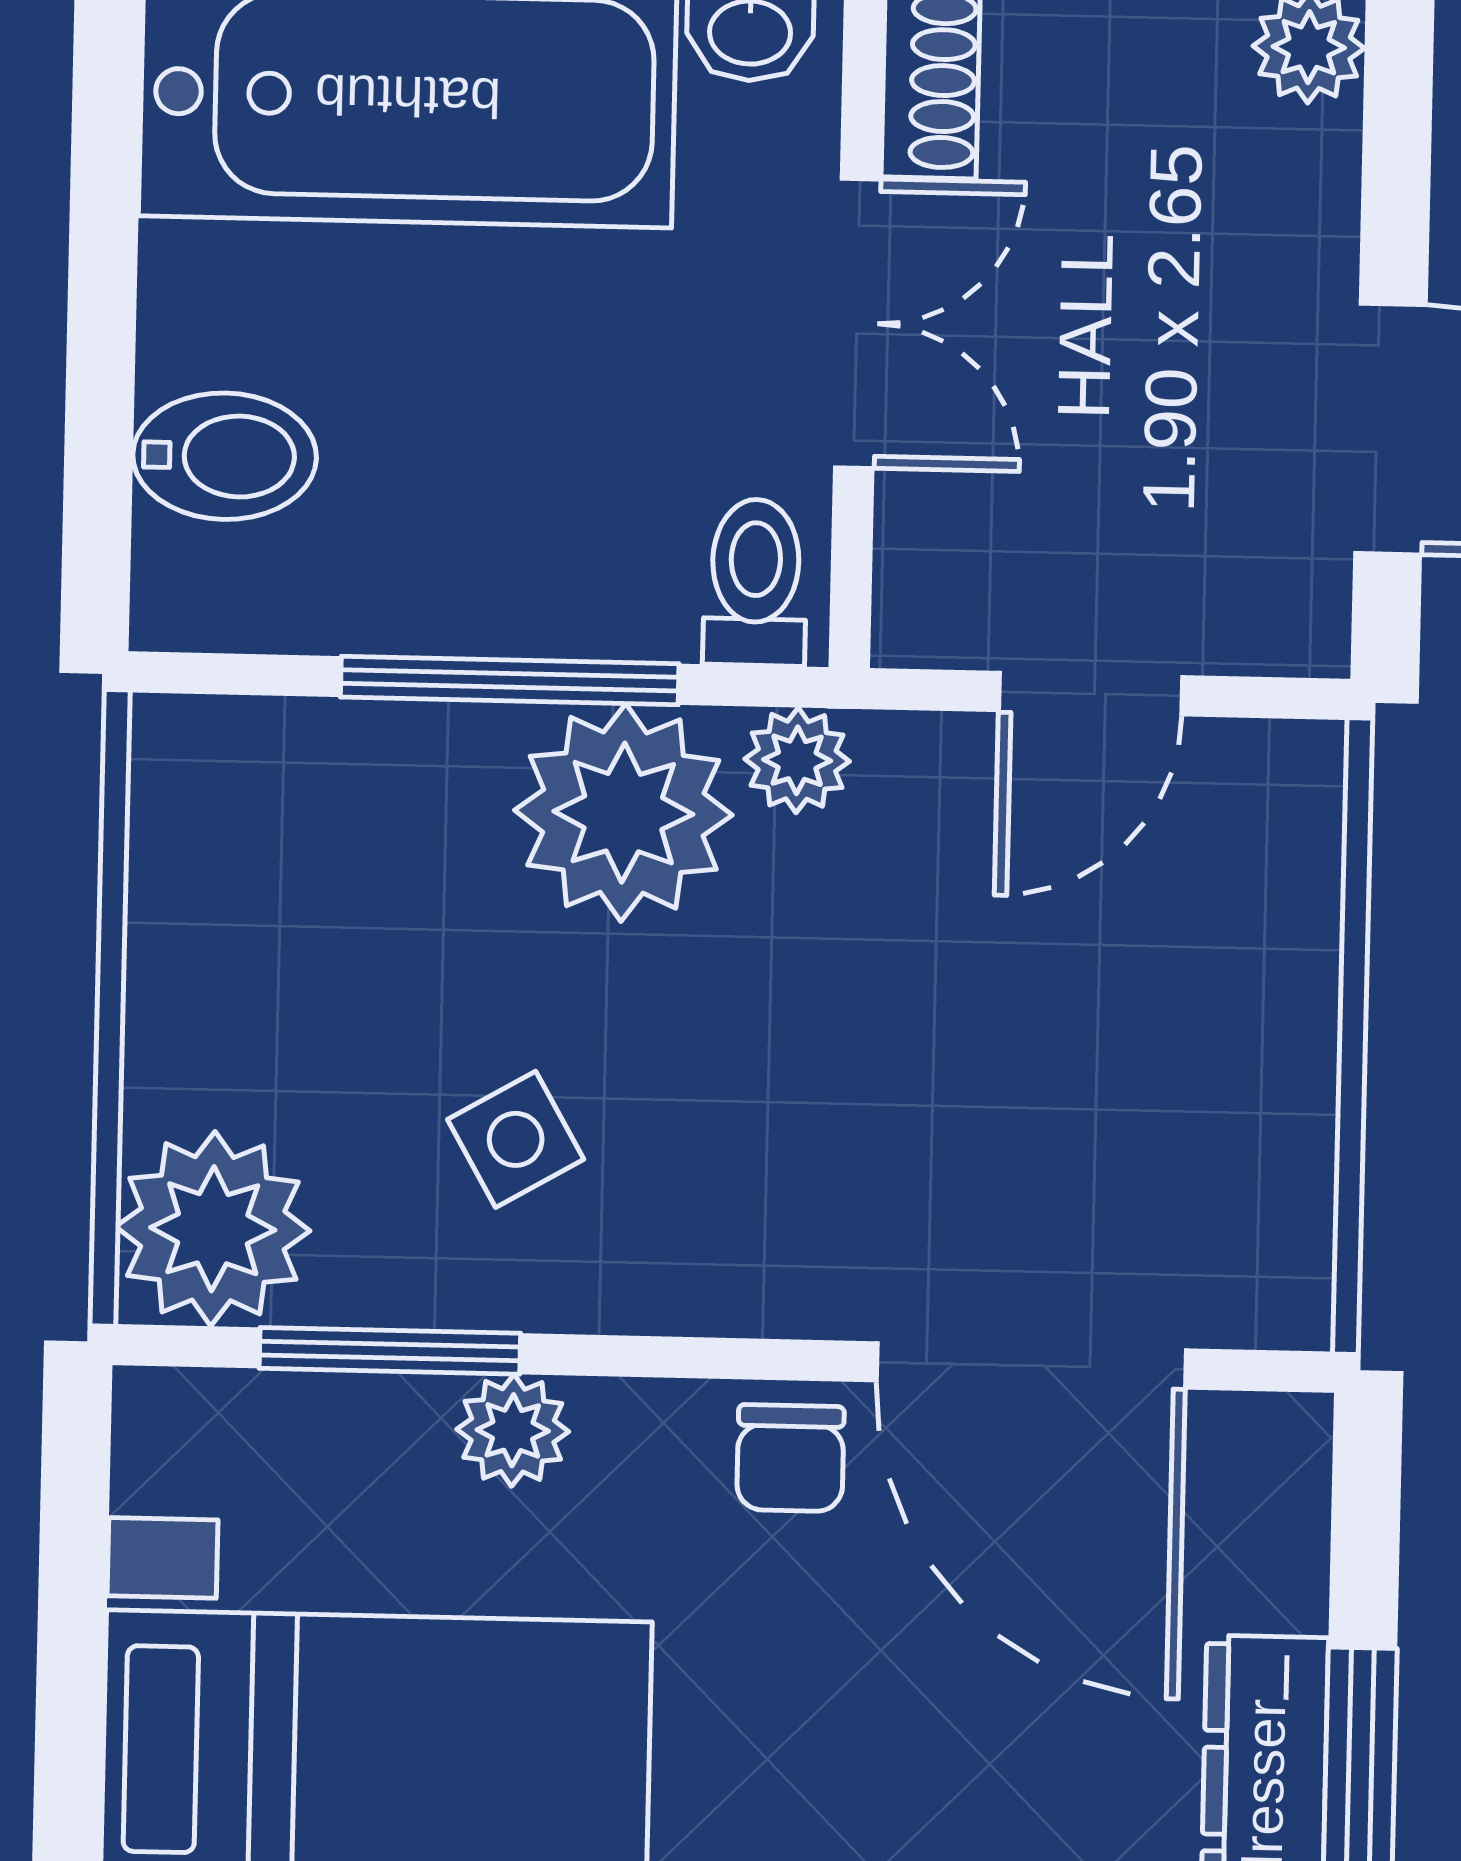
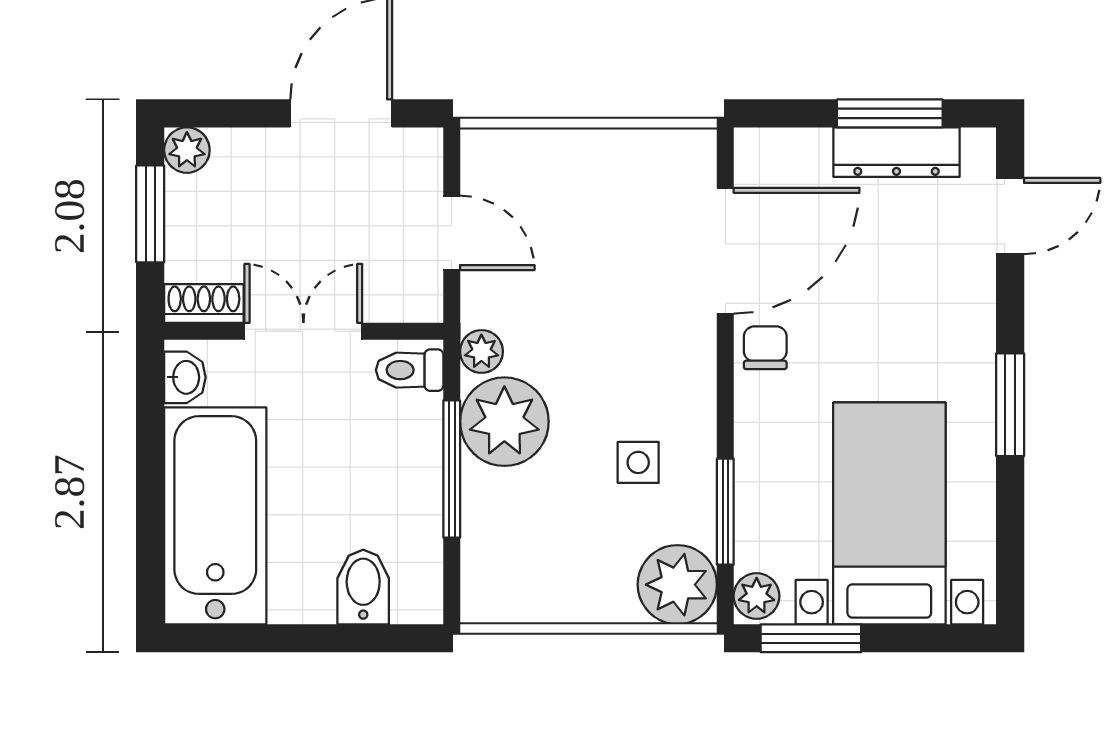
side table: (516, 1139) -> (638, 462), turned 30
plant: (513, 1430) -> (757, 596), moved
chair: (790, 1458) -> (765, 348), turned -90
window: (74, 1554) -> (811, 638), added

